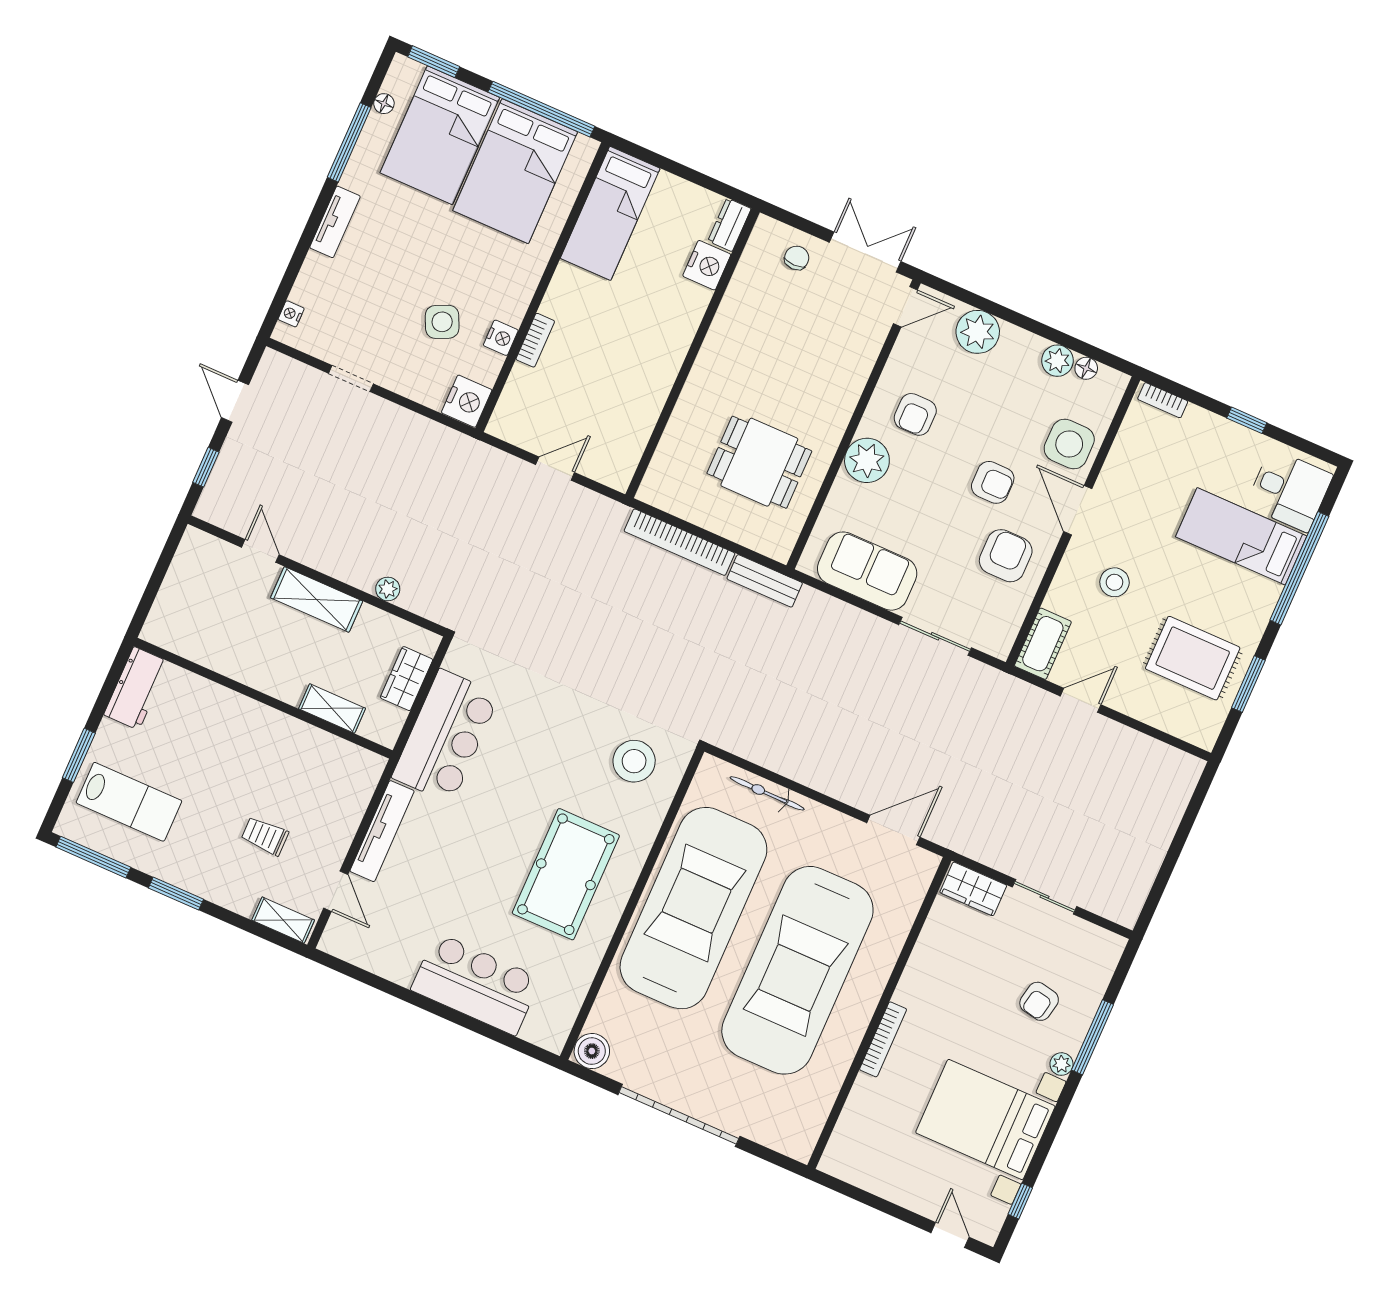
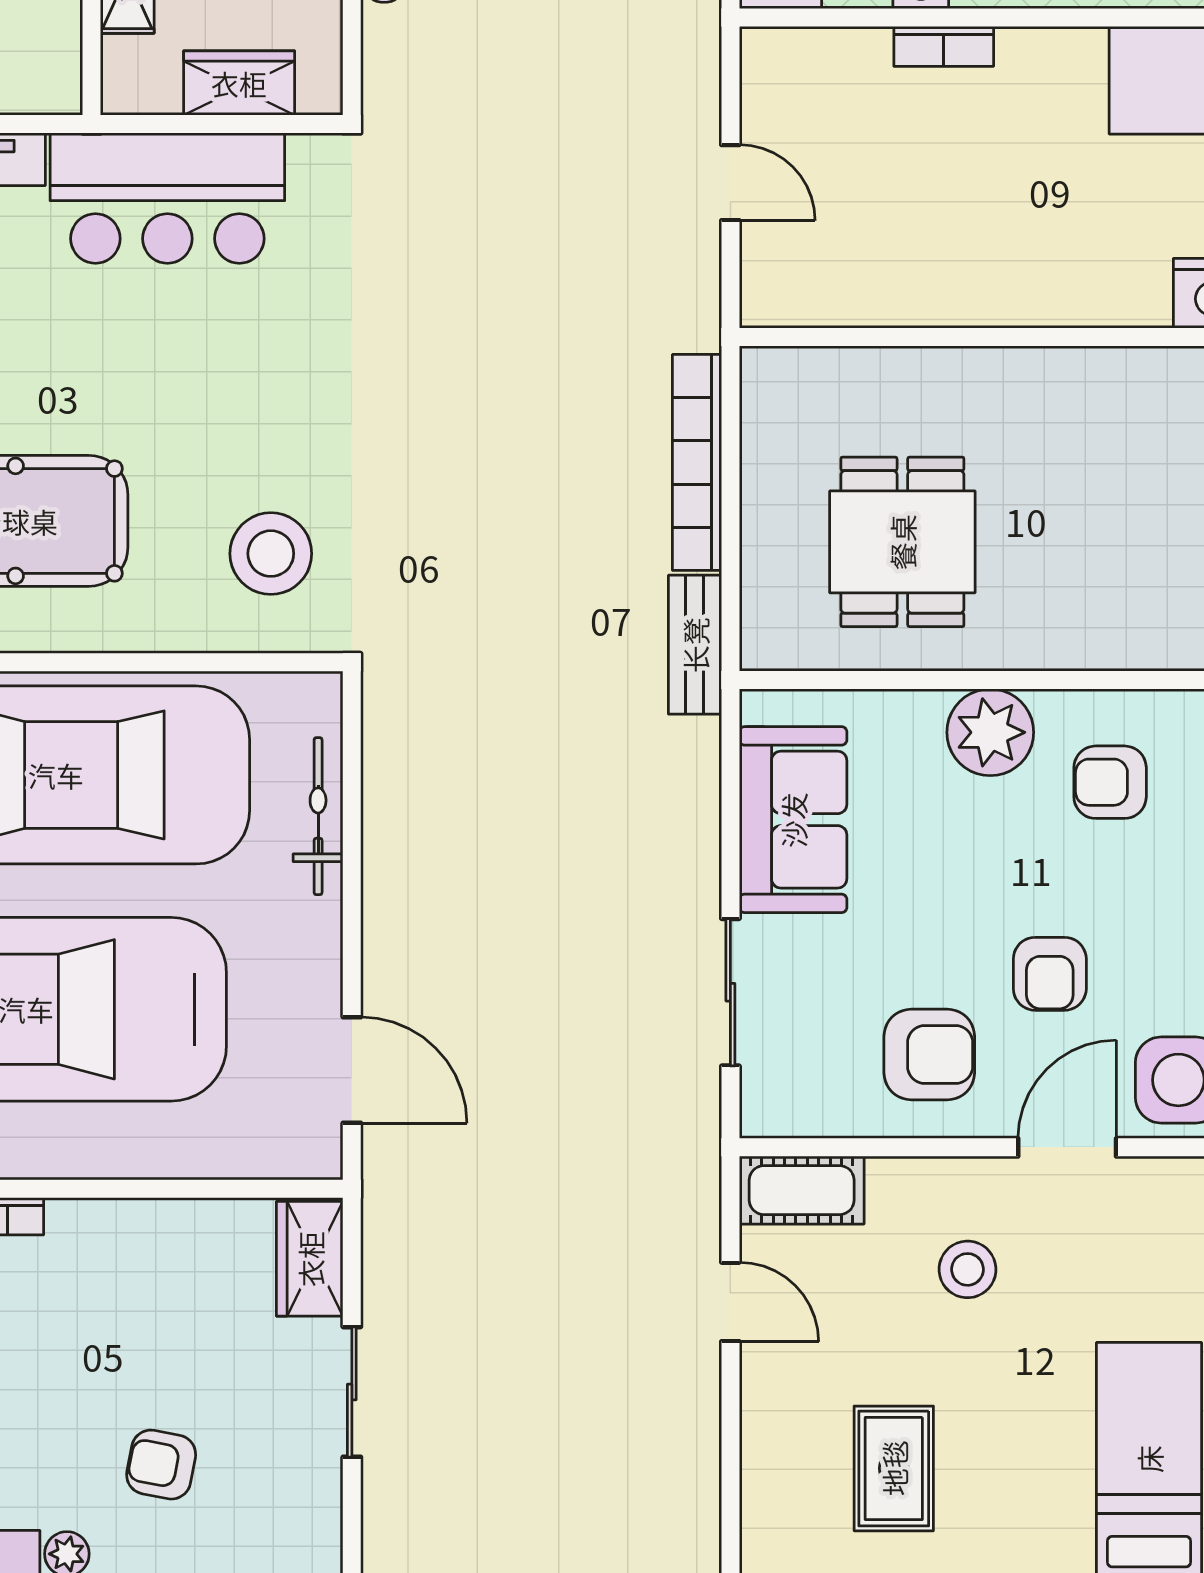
rug: (1193, 658) -> (894, 1468), width x0.73, depth x0.70

